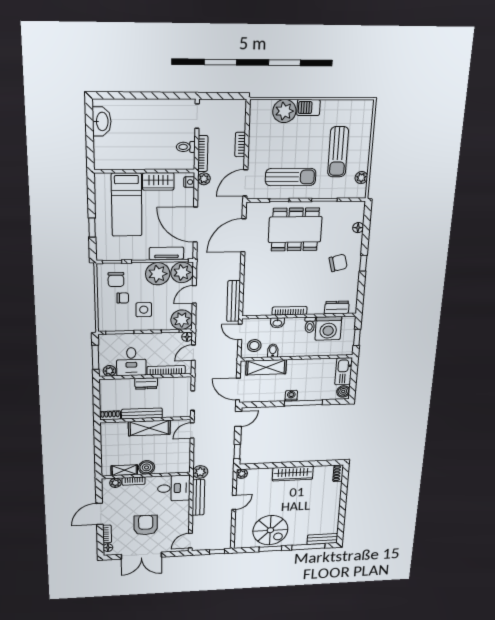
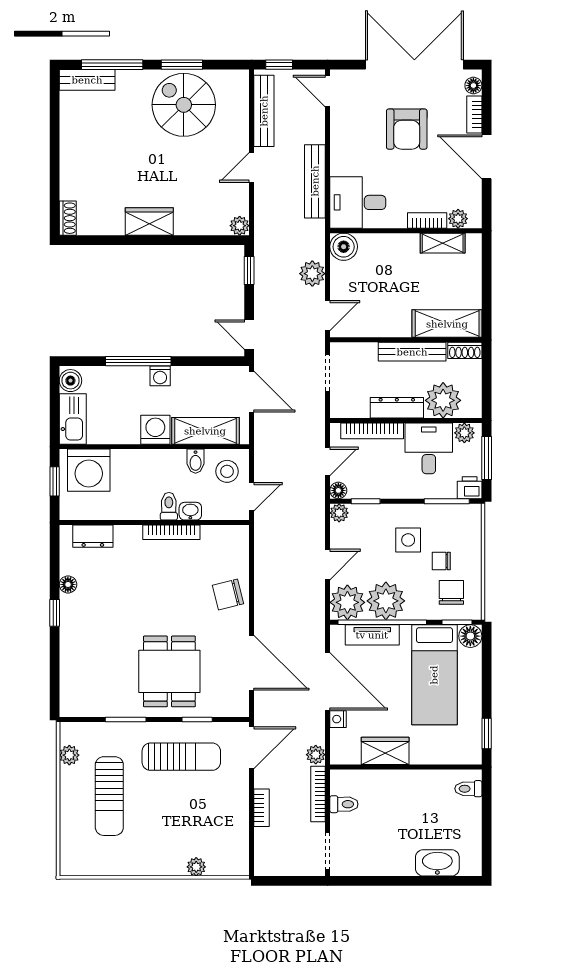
barbecue: (308, 108) -> (160, 864), removed
plant: (284, 111) -> (196, 867), width x0.53, depth x0.53
washbasin: (102, 121) -> (437, 863), moved, turned 90
sun lounger: (338, 152) -> (109, 796), turned 180
toilet: (102, 157) -> (468, 789), added
sun lounger: (291, 177) -> (181, 757), turned 180
nightstand: (189, 182) -> (338, 719), moved
bed: (127, 205) -> (434, 675), moved, turned 180
window: (92, 228) -> (487, 734), moved
floor lamp: (358, 228) -> (68, 584), moved
dining table: (295, 230) -> (169, 671), width x0.73
door: (243, 235) -> (252, 663), hinge flipped
floor lamp: (103, 254) -> (470, 636), added
chair: (338, 263) -> (228, 594), moved
bench: (233, 301) -> (264, 111), moved
plant: (182, 320) -> (339, 513), width x0.53, depth x0.53
toilet: (310, 325) -> (169, 506), moved
washing machine: (328, 328) -> (89, 470), moved, turned 180
door: (240, 332) -> (252, 497), hinge flipped
printer: (106, 340) -> (470, 488), added
washing machine: (296, 367) -> (155, 430), added
dresser: (146, 383) -> (397, 408), width x1.44
plant: (123, 388) -> (443, 400), added
door: (238, 419) -> (249, 335), hinge flipped
shelving: (149, 428) -> (447, 324), moved
boiler: (147, 467) -> (344, 247), moved
plant: (200, 472) -> (312, 274), moved
wardrobe: (293, 474) -> (149, 222), width x0.67
door: (99, 514) -> (487, 157), swing flipped
door: (190, 541) -> (328, 91), swing flipped
double door: (141, 556) -> (414, 65), width x1.36

